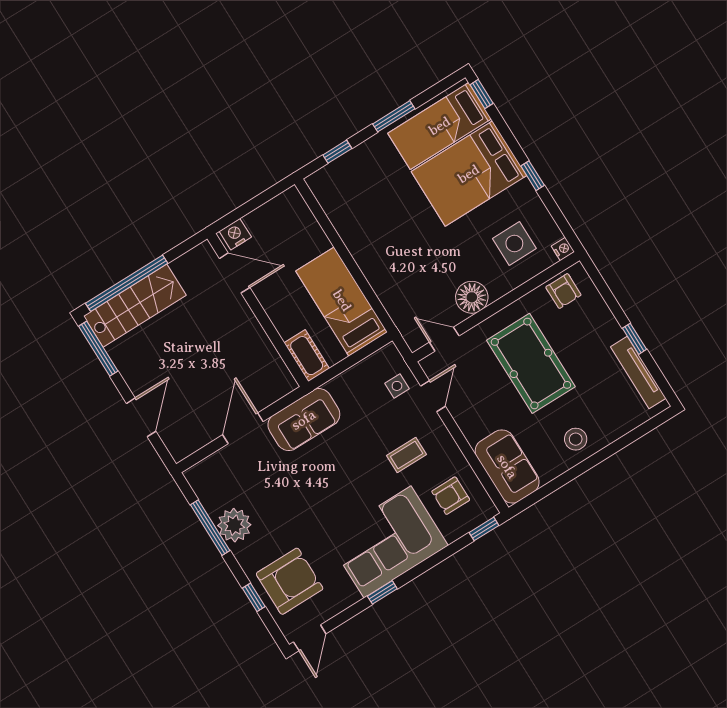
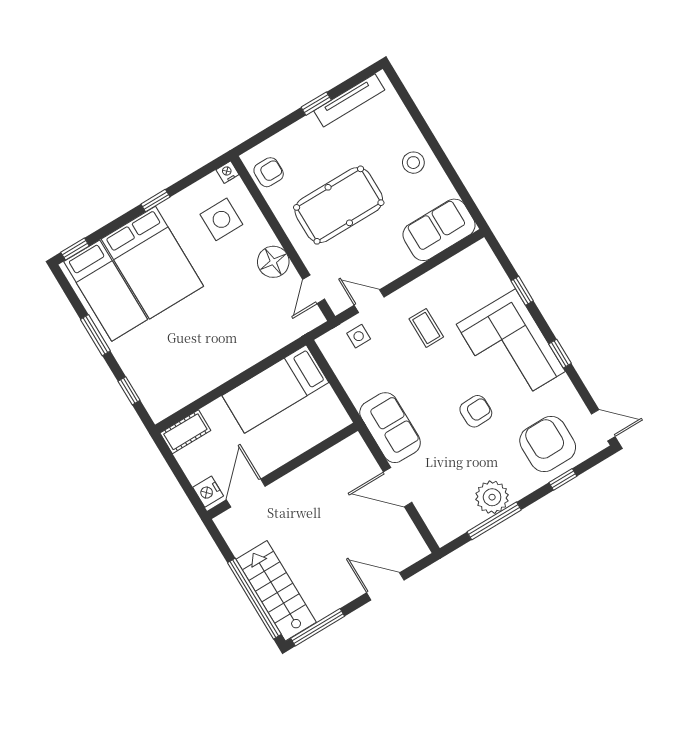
cot: (307, 356) -> (185, 432), moved
armchair: (451, 496) -> (476, 411), moved, turned -91
window: (484, 529) -> (522, 291), moved

